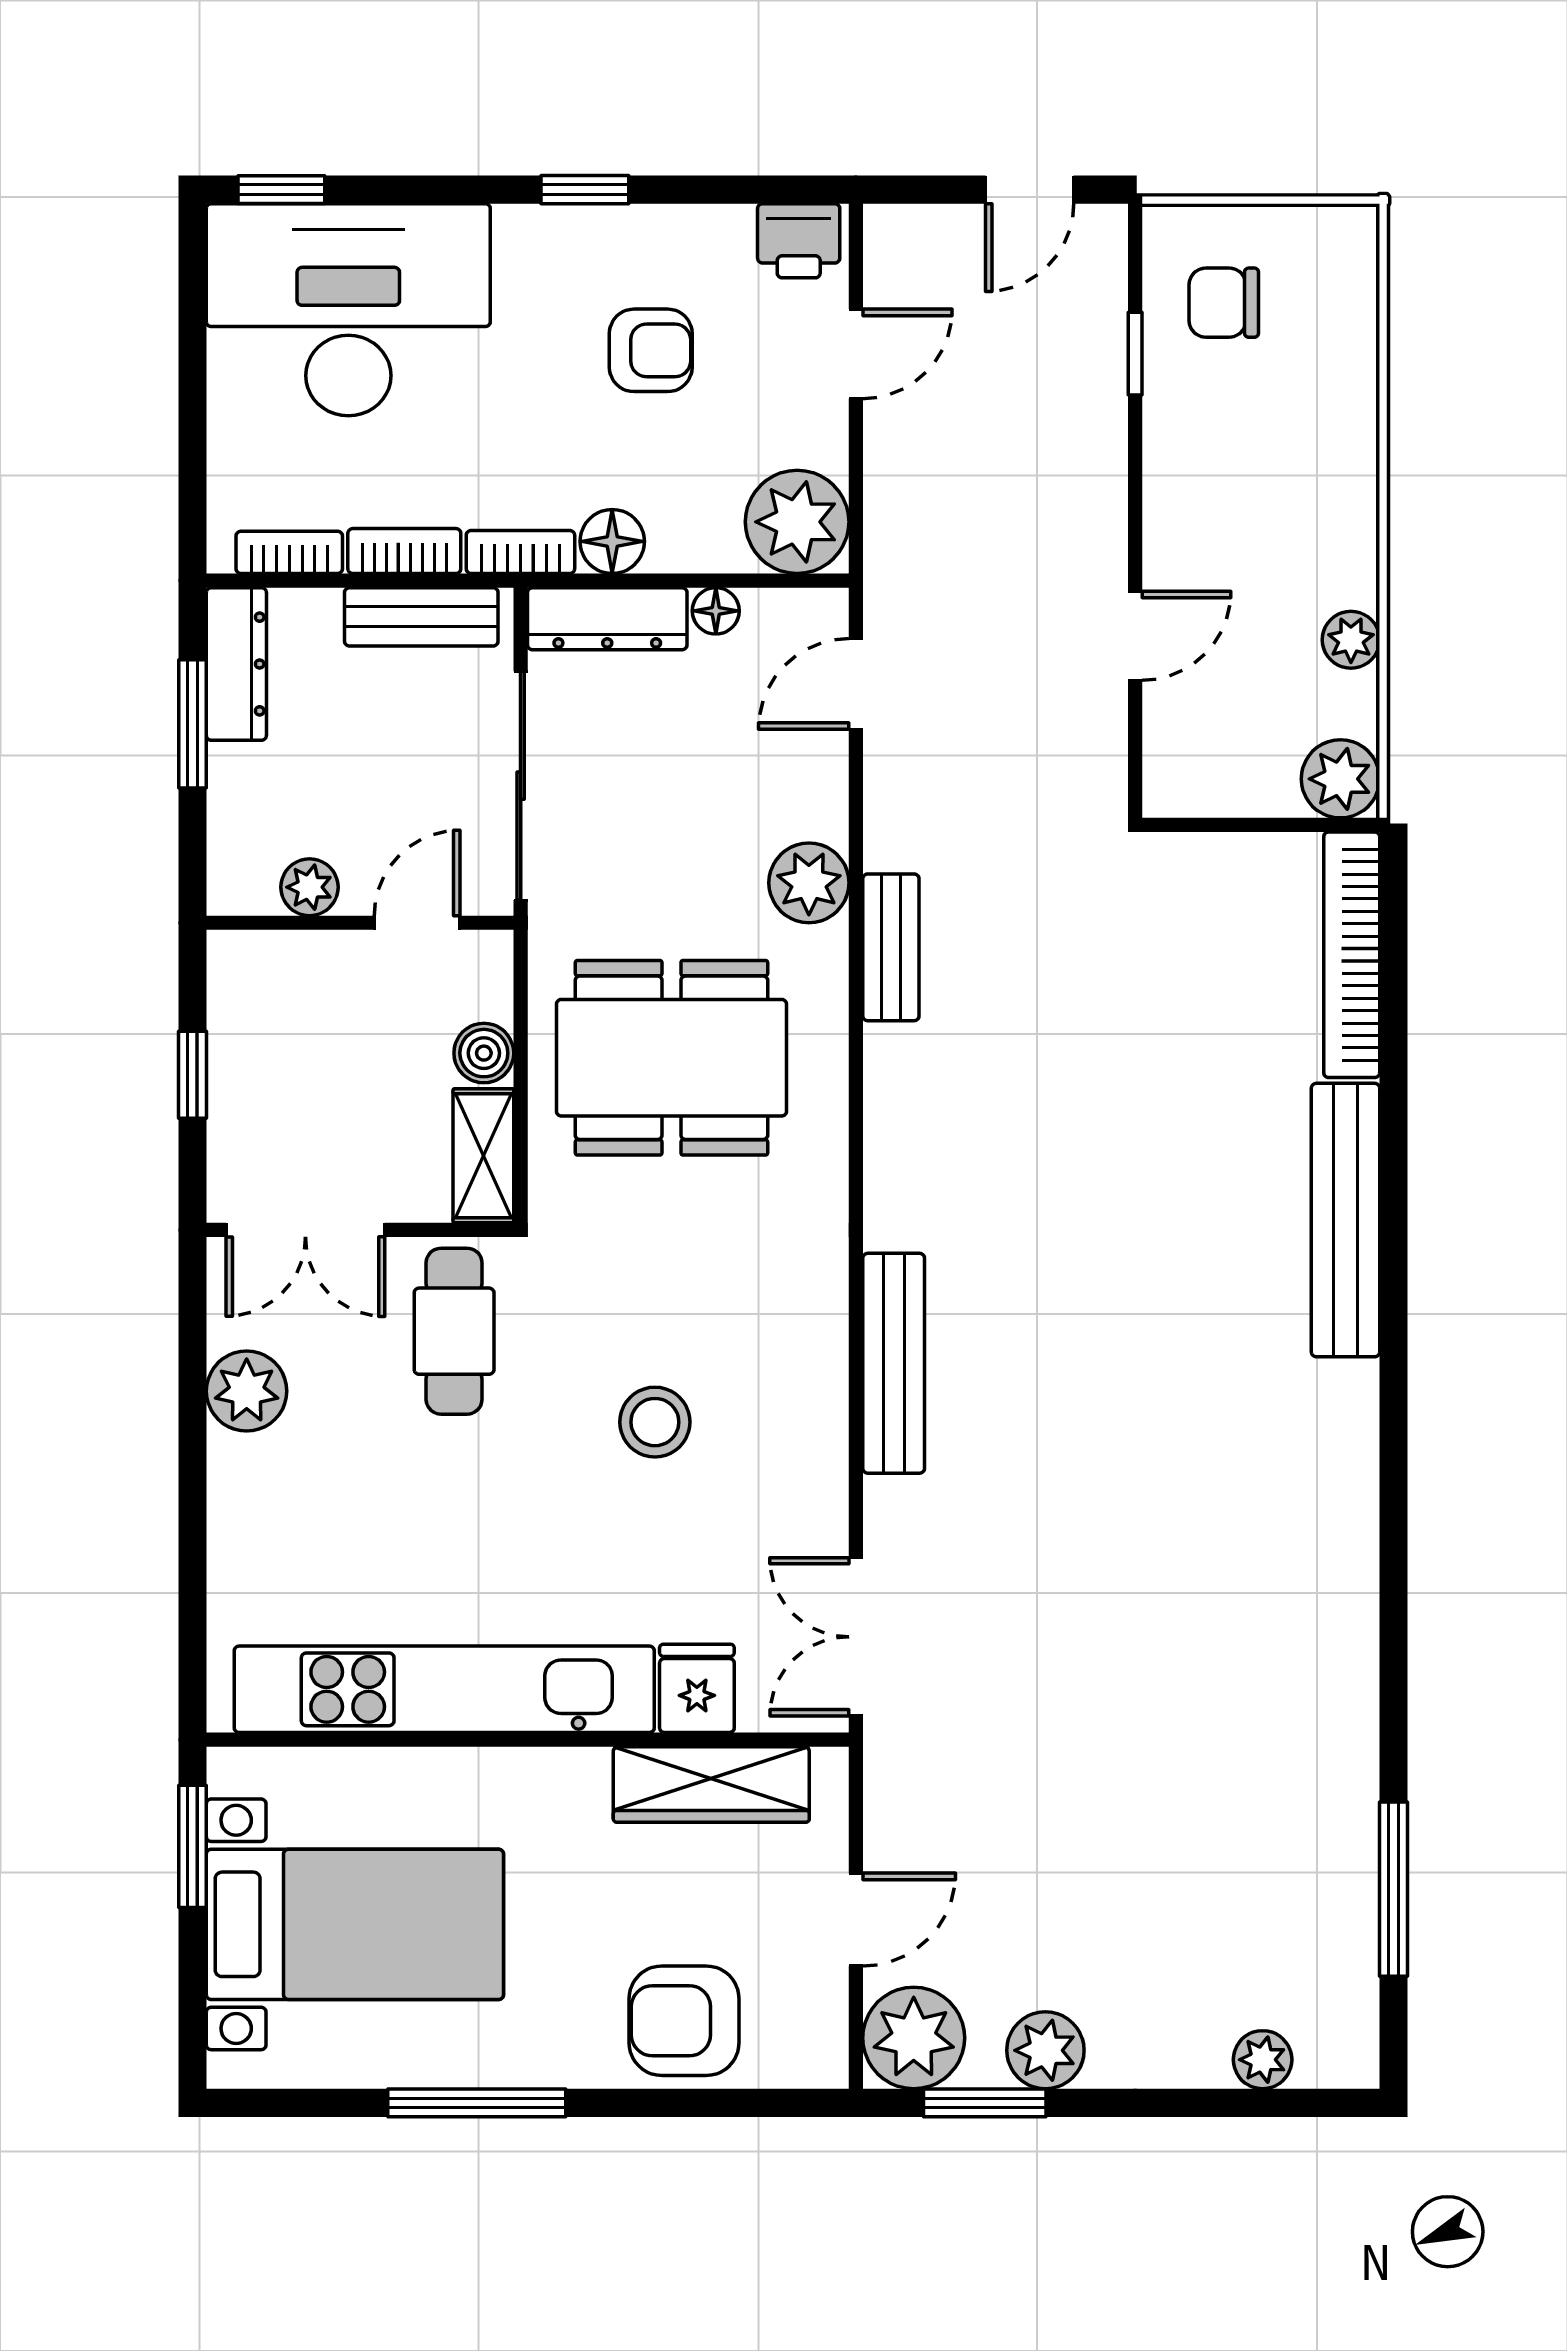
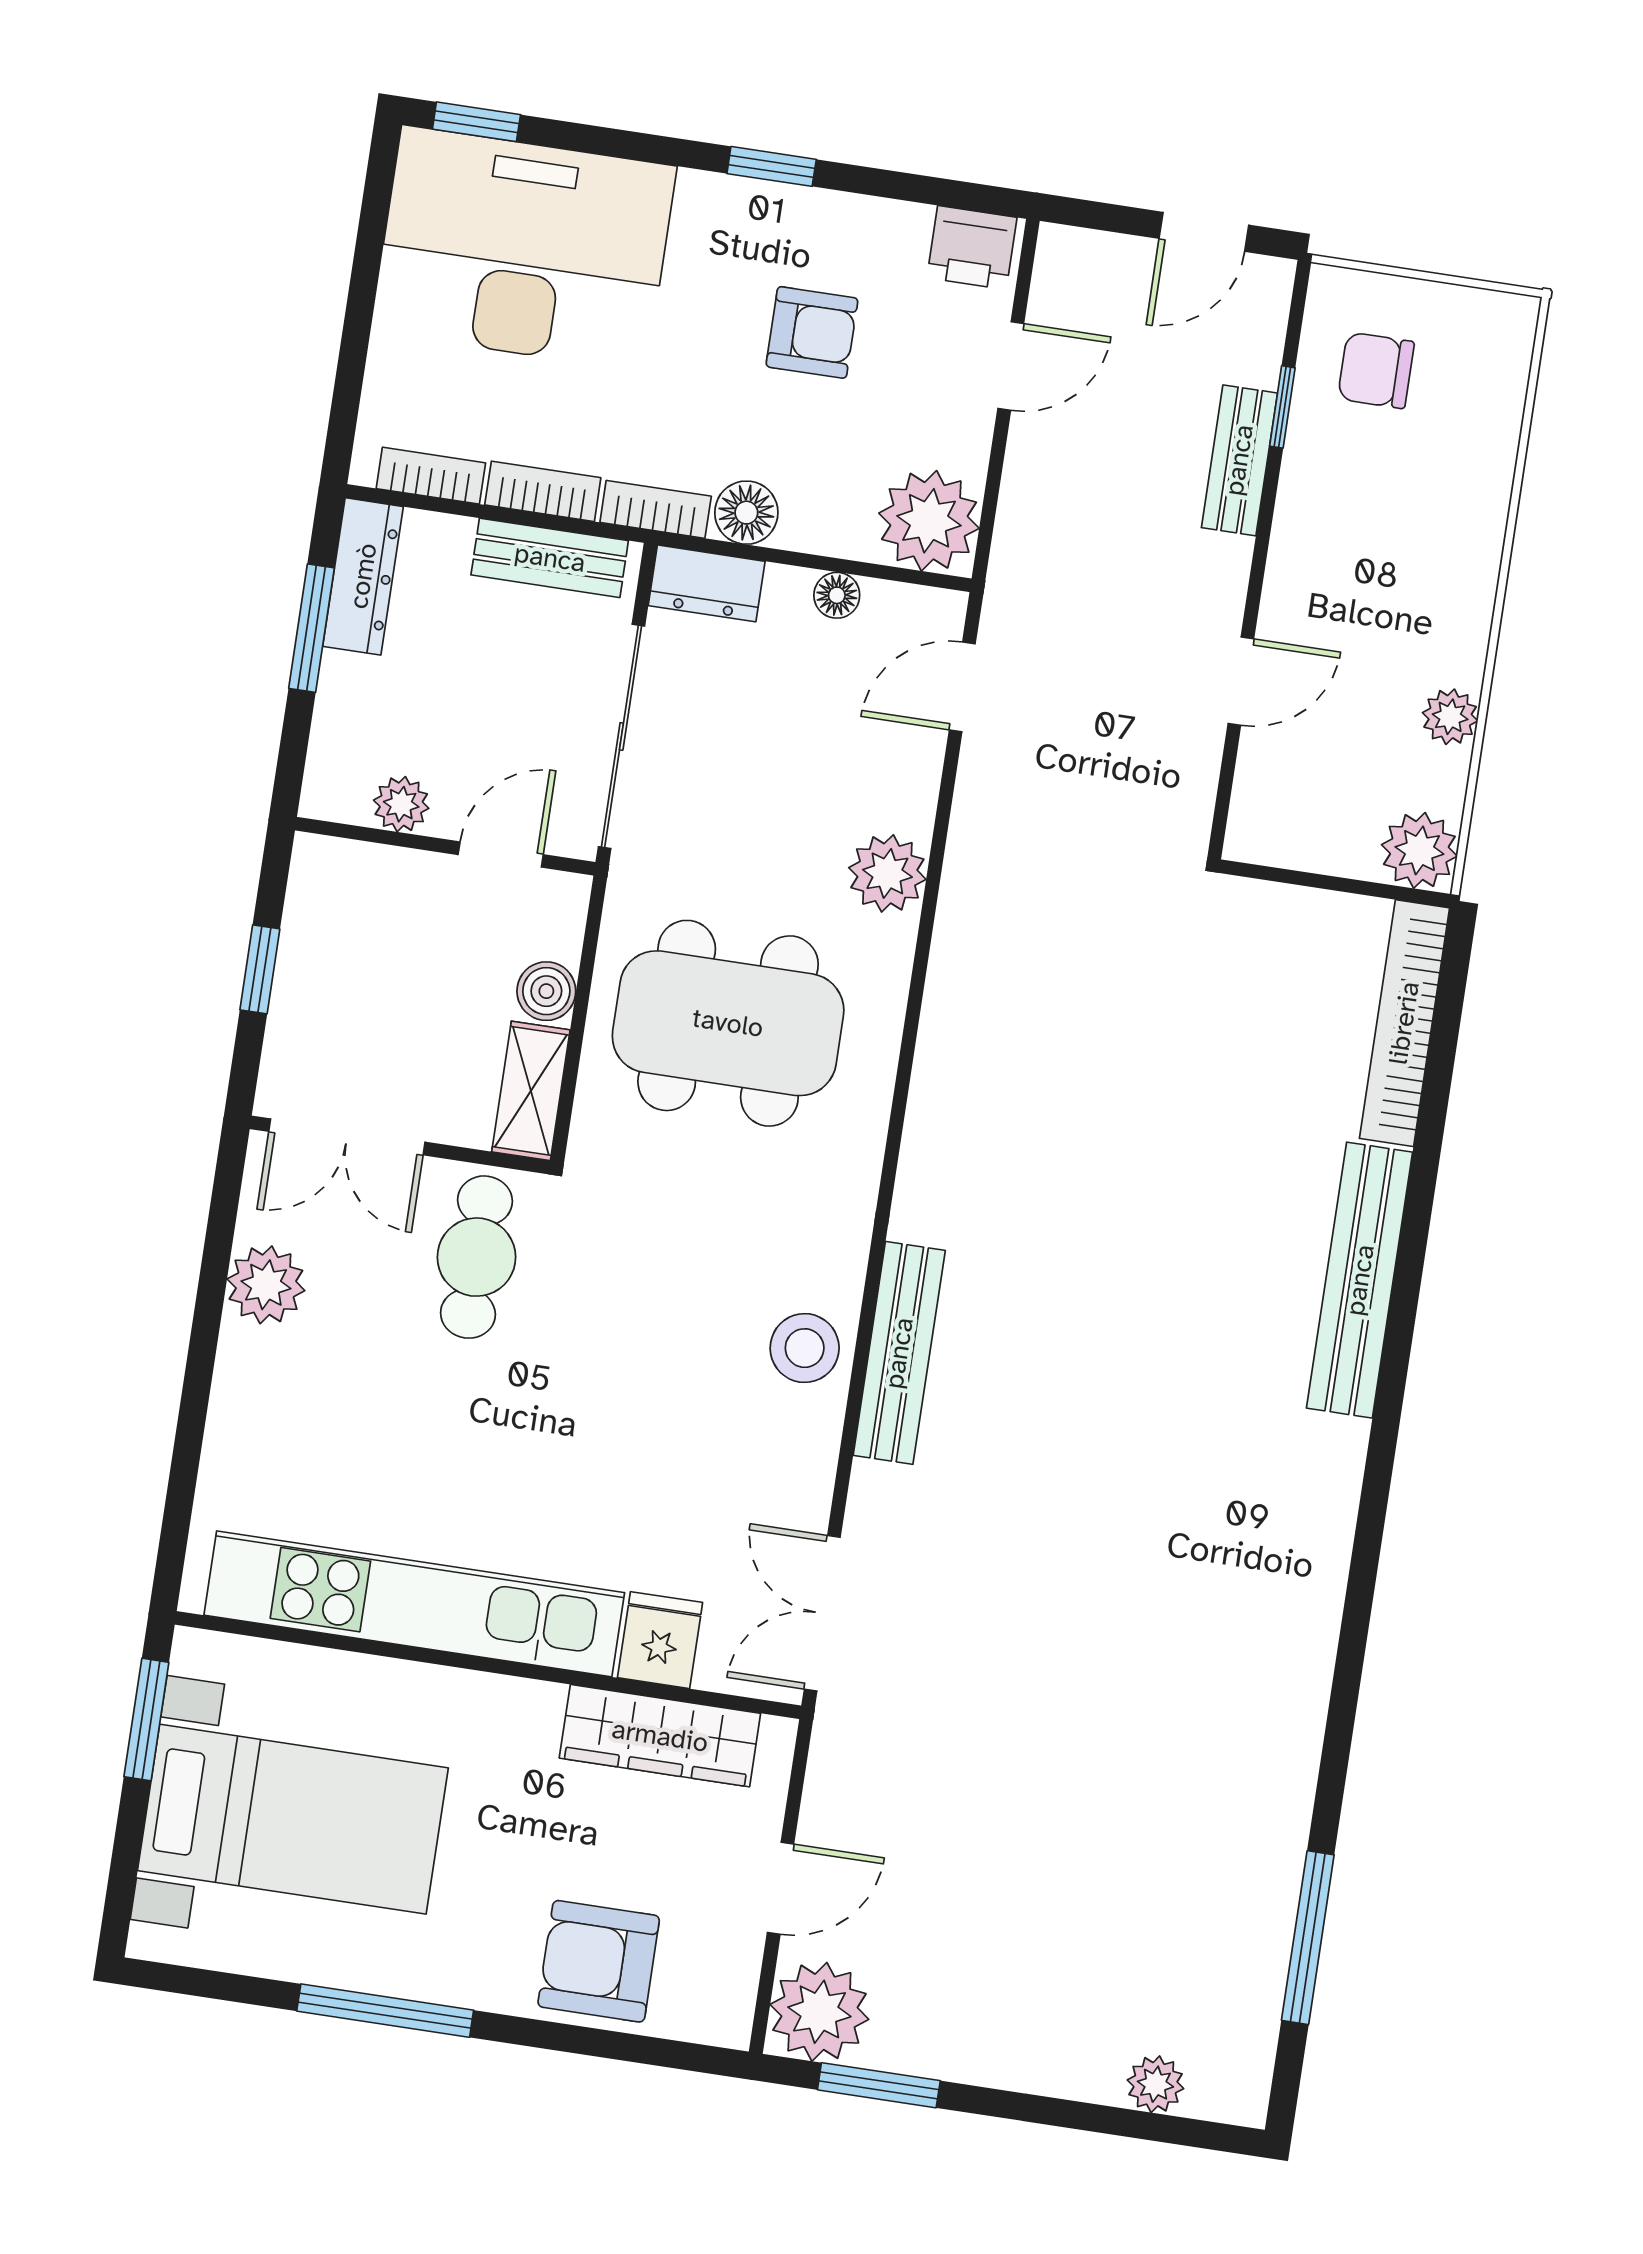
dresser: (607, 619) -> (707, 583), width x0.70
bench: (891, 947) -> (1239, 460), moved
stool: (655, 1422) -> (805, 1348), moved
plant: (1045, 2050) -> (946, 2043), removed

